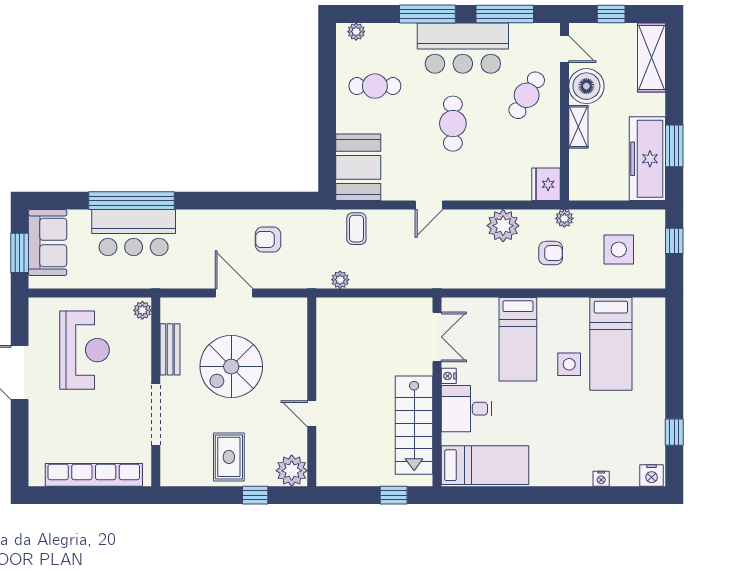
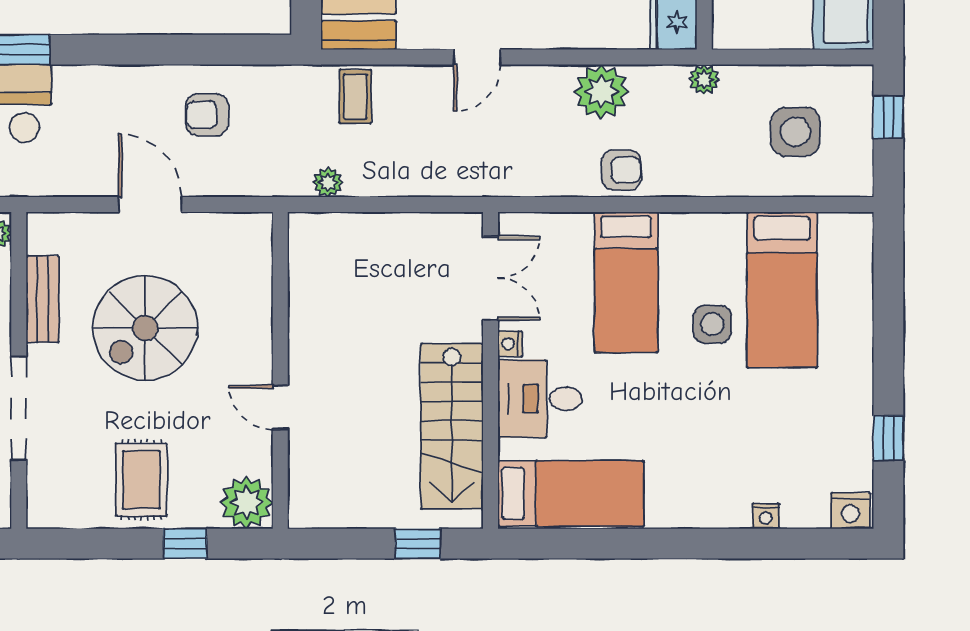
armchair: (551, 253) -> (621, 170), moved

